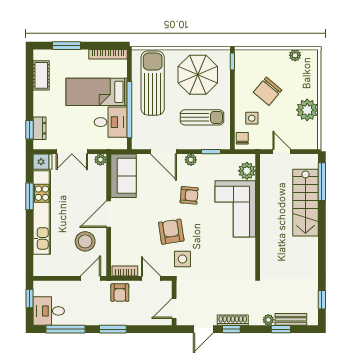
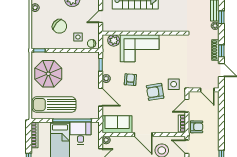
sun lounger: (202, 117) -> (77, 71), removed
door: (163, 152) -> (101, 97), hinge flipped
window: (113, 329) -> (221, 132), removed

